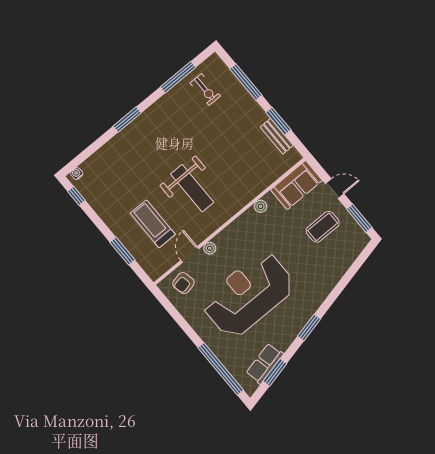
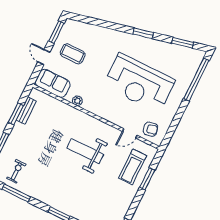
weight bench: (192, 188) -> (85, 151), turned -90
treadmill: (153, 224) -> (133, 167), moved
plant: (210, 248) -> (120, 122), removed
row of seats: (265, 364) -> (180, 52), removed

